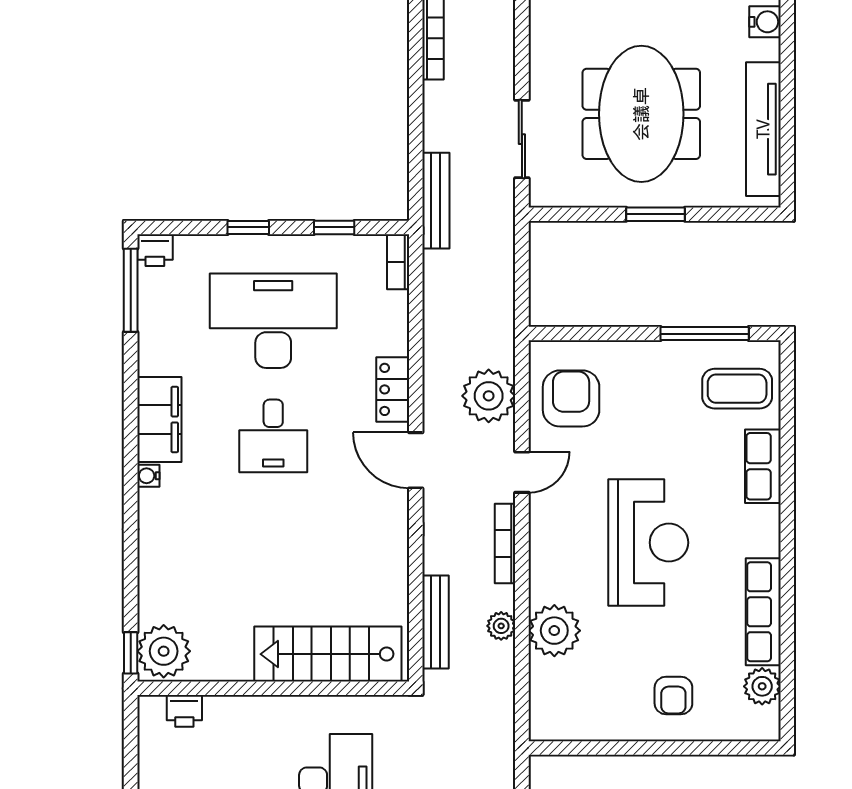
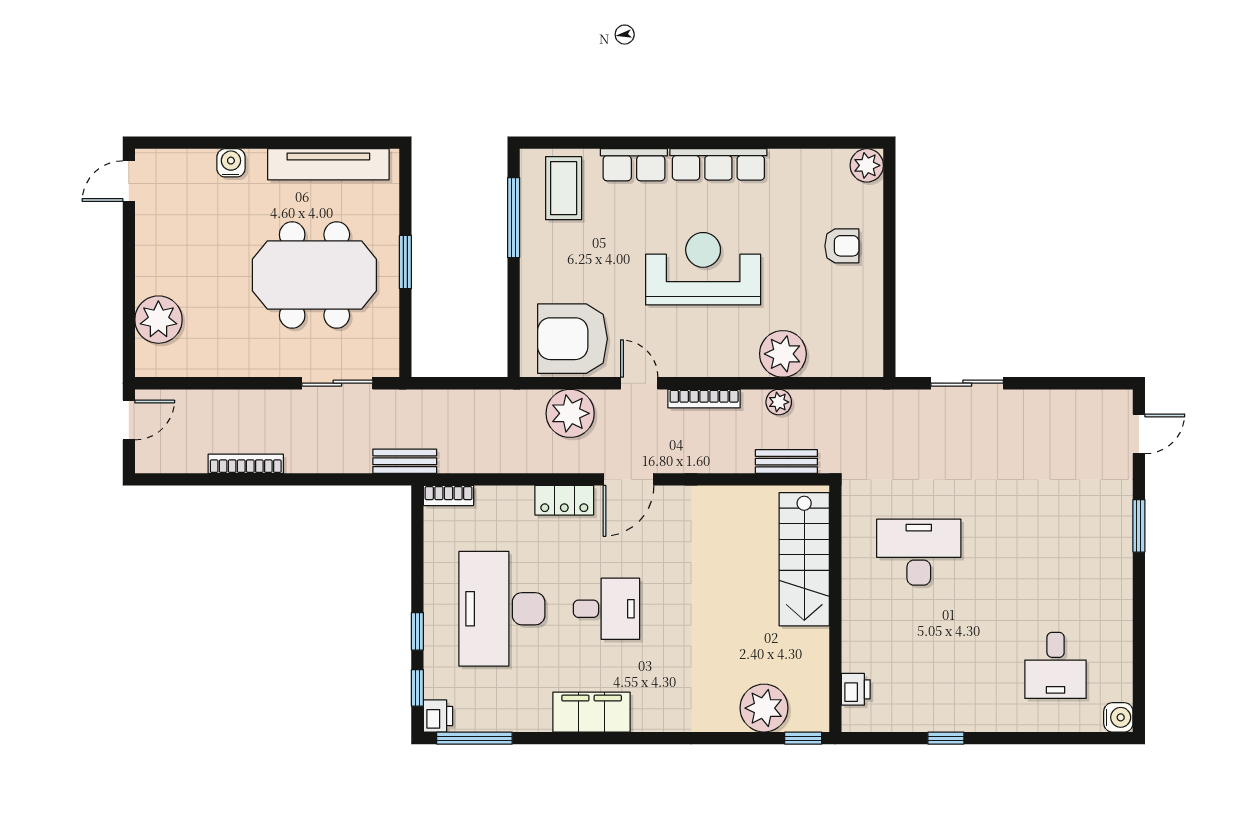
bench: (436, 201) -> (405, 461), width x0.73
window: (334, 227) -> (417, 688), moved
armchair: (571, 398) -> (572, 339), width x1.36, depth x1.36
water cooler: (148, 476) -> (643, 722), removed
row of seats: (763, 612) -> (718, 164), moved
bench: (435, 622) -> (786, 462), width x0.73
plant: (164, 651) -> (764, 708), moved
plant: (762, 686) -> (867, 165), moved

